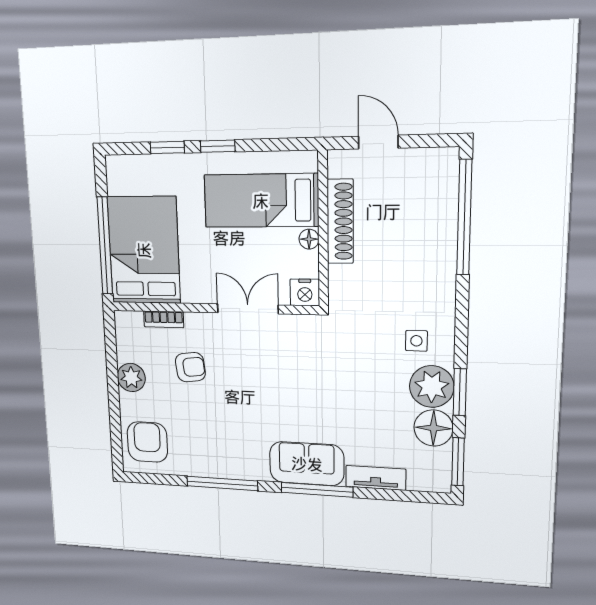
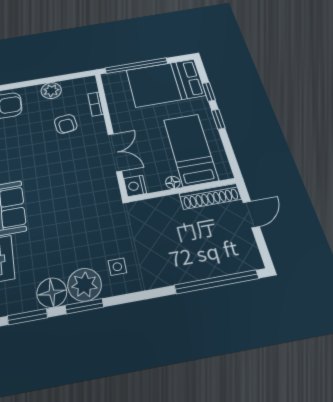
shoe rack: (340, 221) -> (210, 196), moved
bed: (144, 250) -> (166, 83), moved, turned 180

